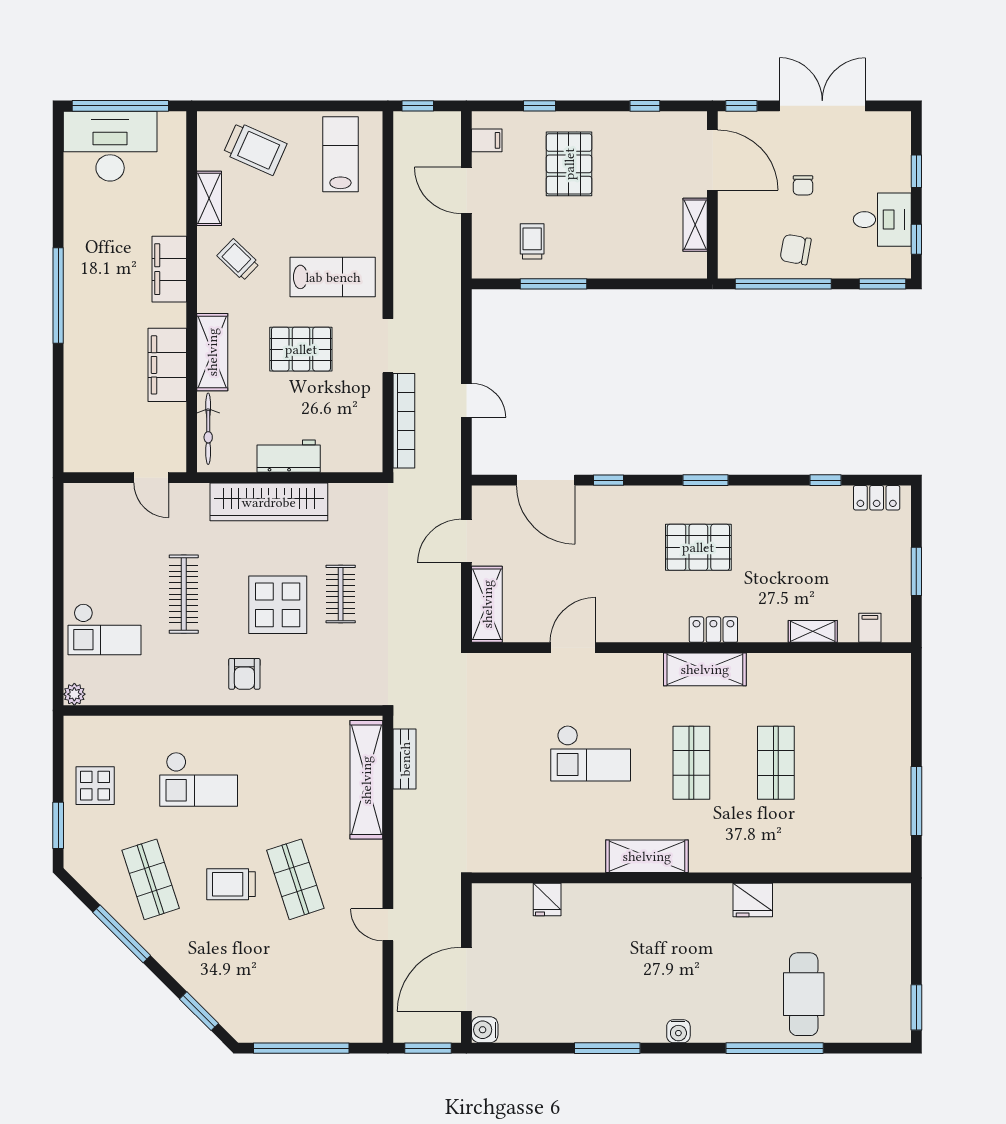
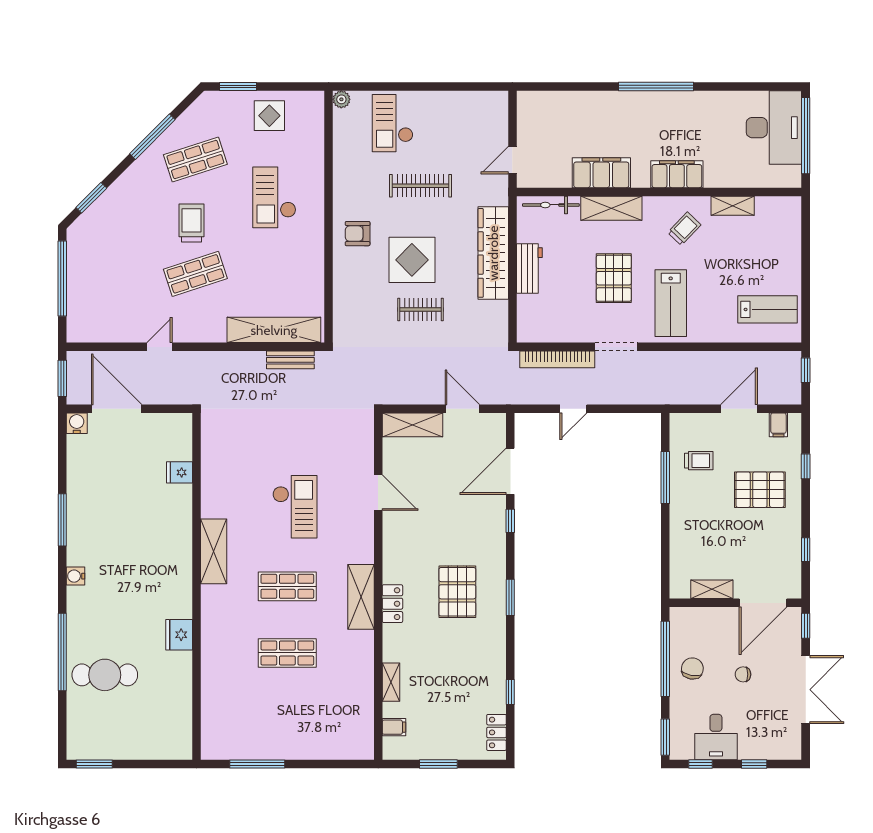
trolley: (255, 149) -> (772, 242), removed
checkout: (591, 753) -> (295, 507), turned 180

